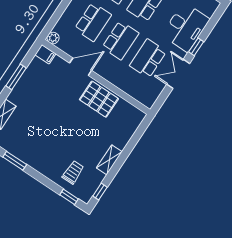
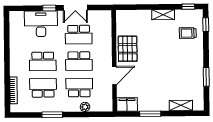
plant: (53, 38) -> (85, 107), moved
school desk: (120, 40) -> (79, 61), turned 180
filing cabinet: (45, 54) -> (127, 104), width x2.00
door: (81, 67) -> (114, 76), swing flipped

